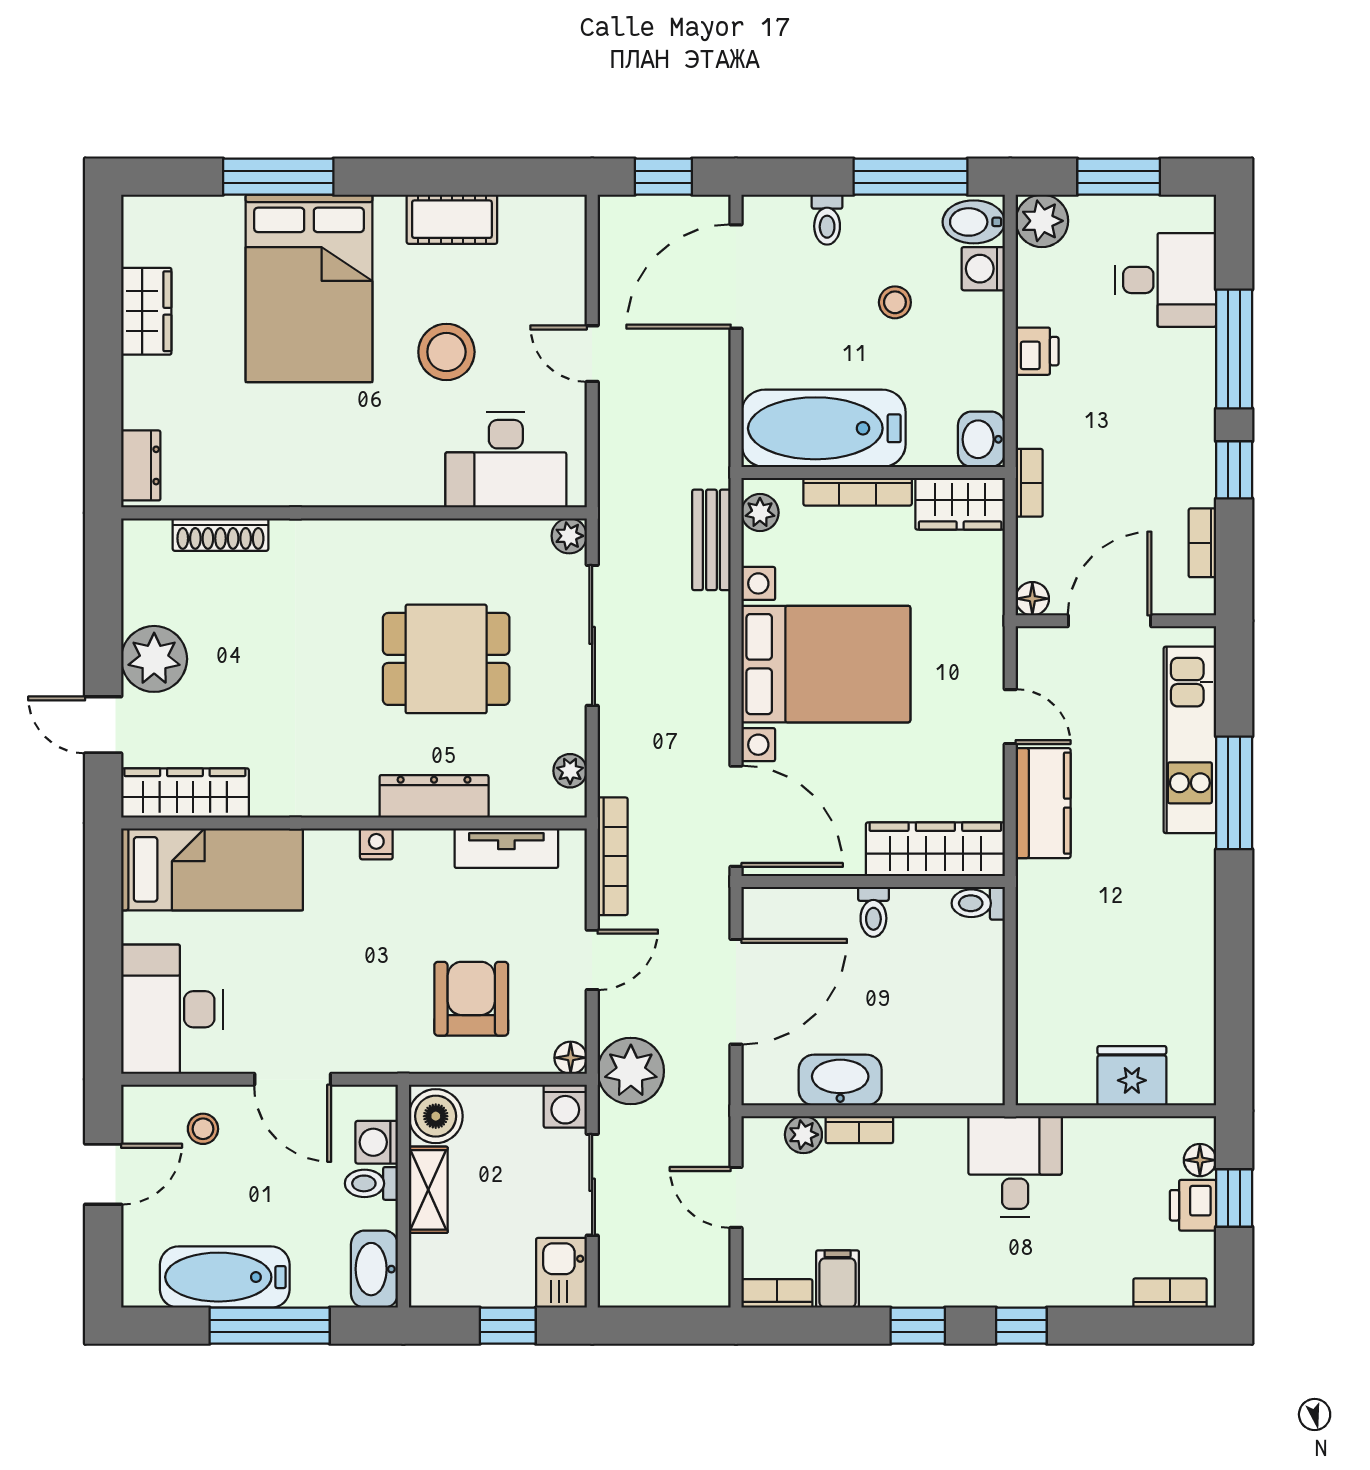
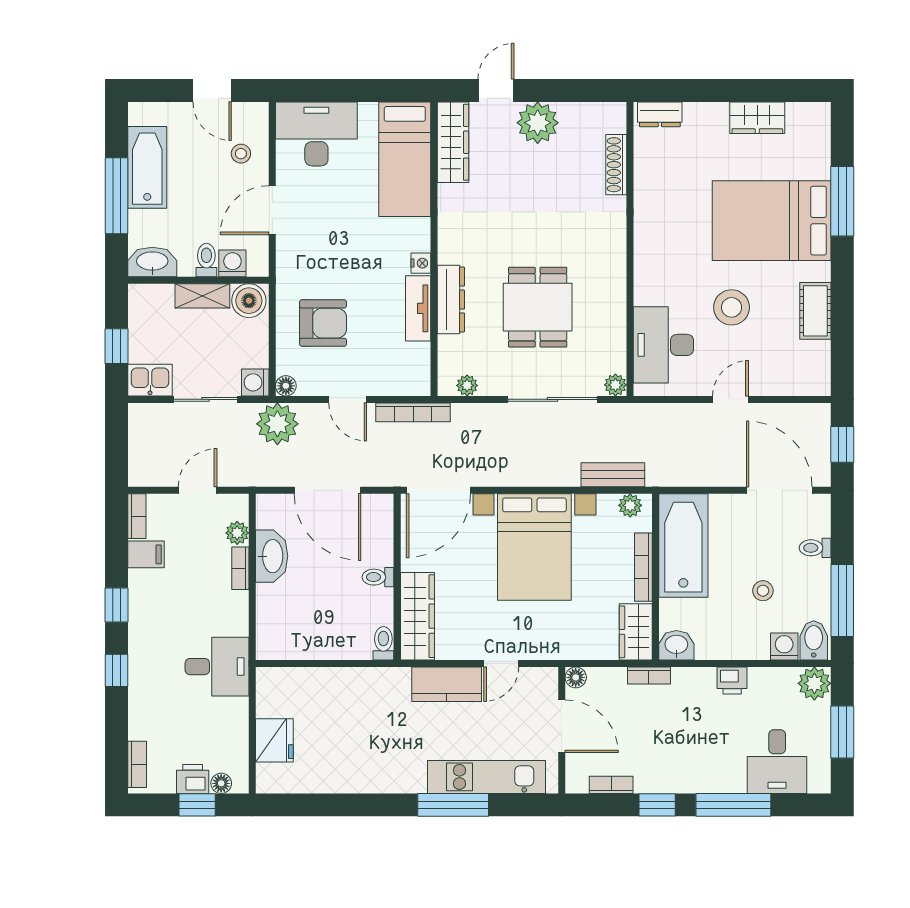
tv unit: (506, 848) -> (418, 308), moved

